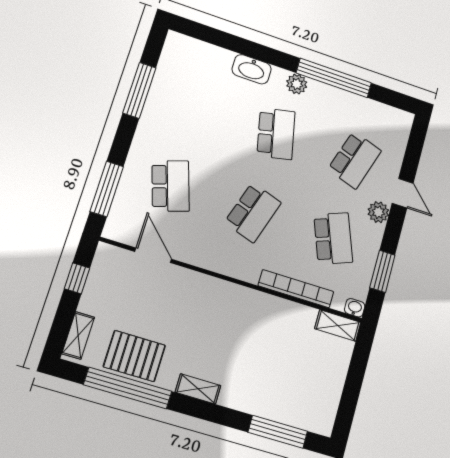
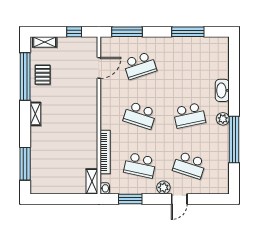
school desk: (333, 238) -> (140, 165), turned 33
pallet: (134, 356) -> (43, 75), width x0.67, depth x0.71

